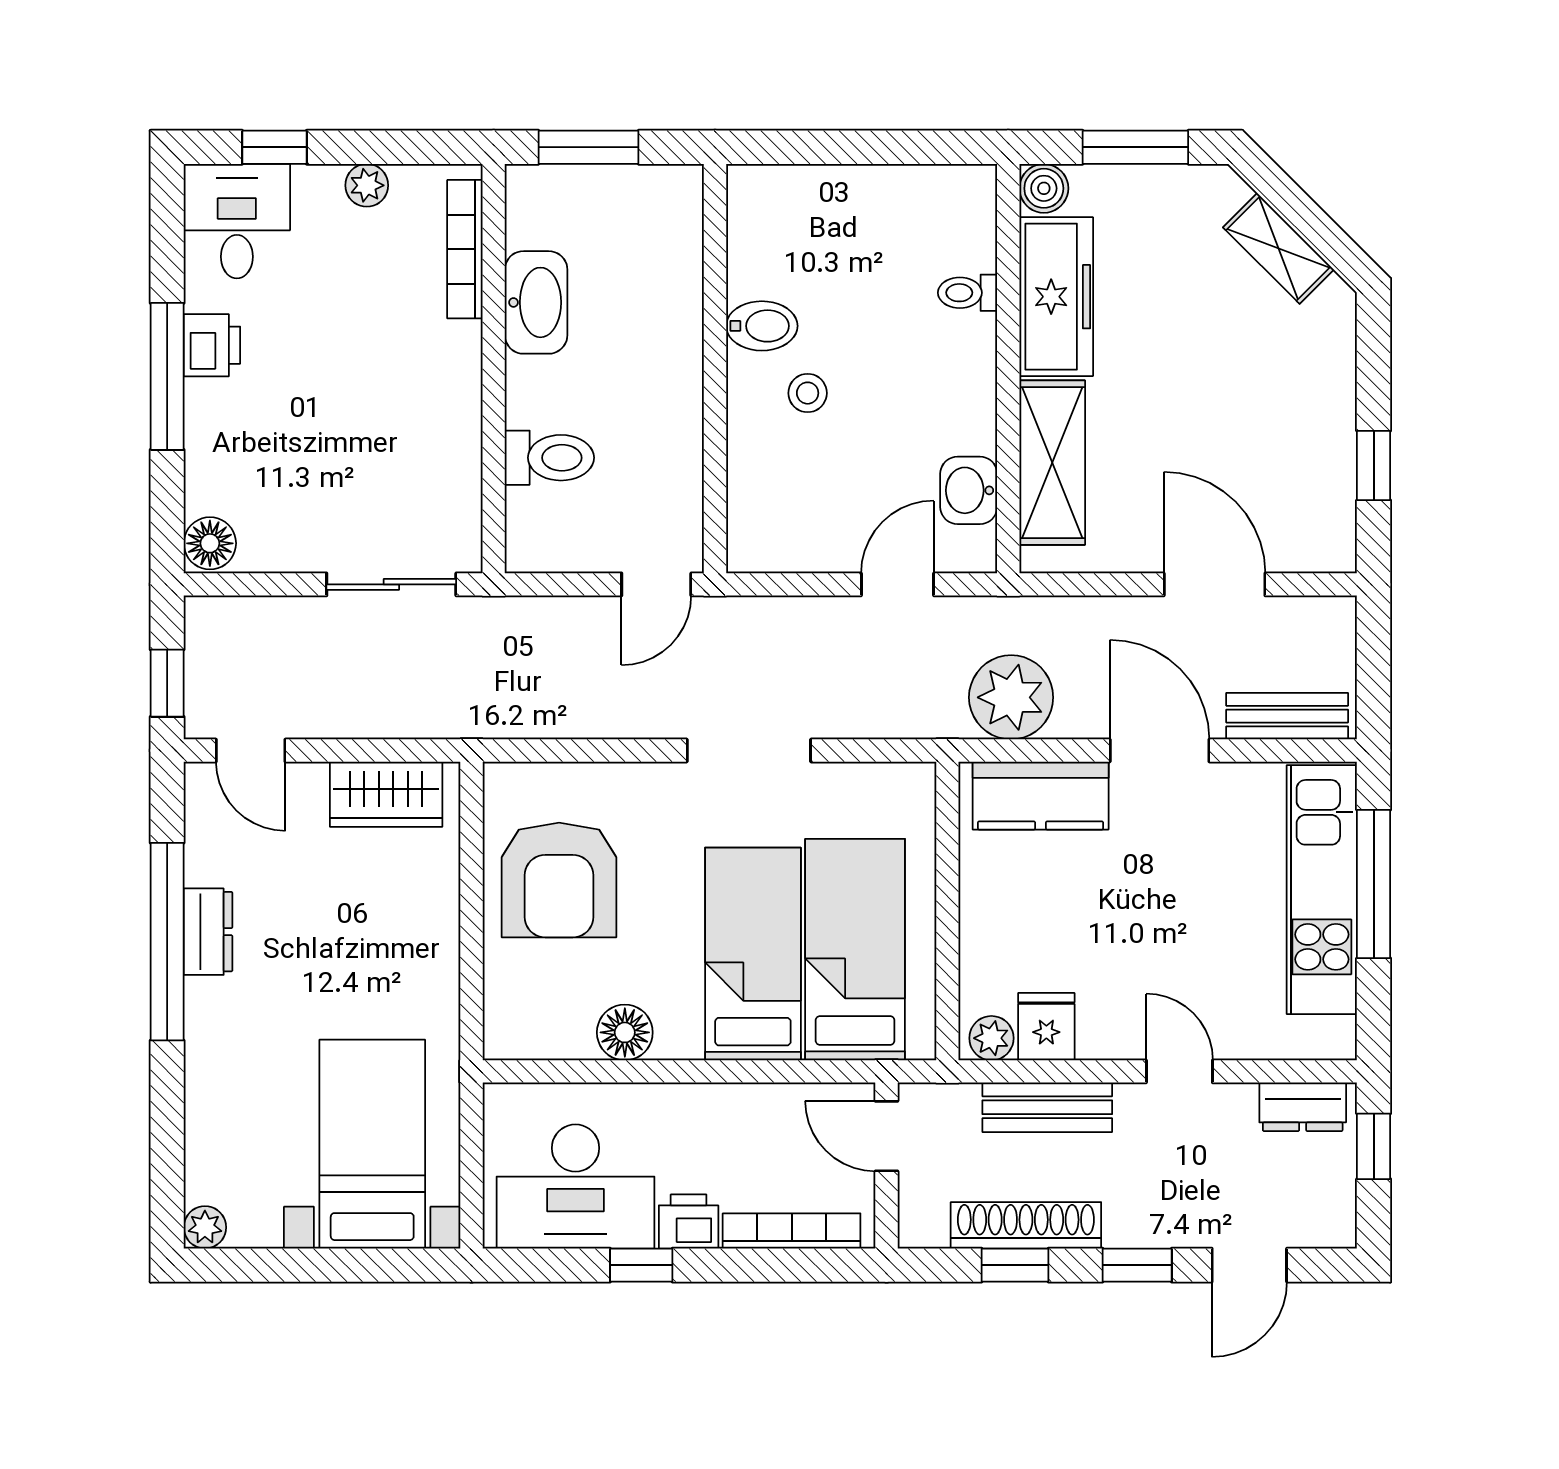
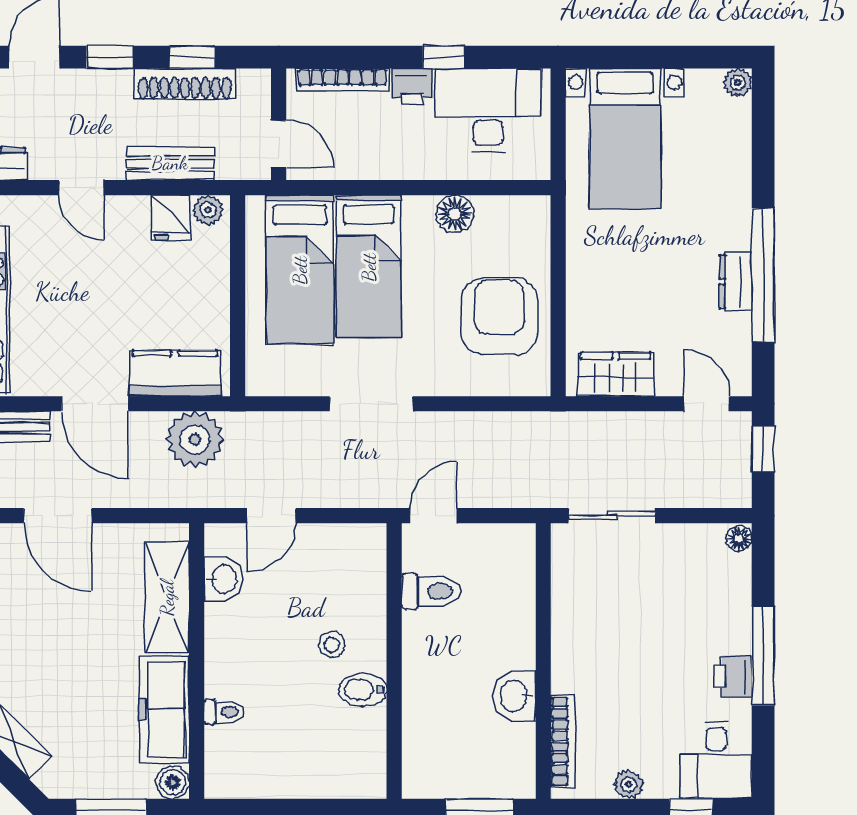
washbasin: (536, 302) -> (515, 696), width x0.72
toilet: (549, 458) -> (432, 591), moved, turned 180
floor lamp: (210, 543) -> (739, 538), width x0.73, depth x0.73

